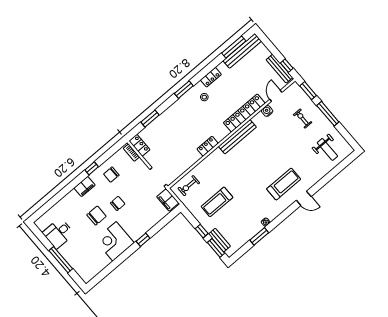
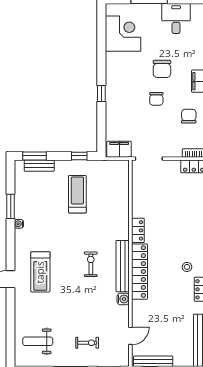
door: (276, 96) -> (130, 336), hinge flipped
water cooler: (267, 111) -> (123, 299), moved
locker: (244, 113) -> (139, 272), moved
exercise bike: (189, 186) -> (91, 264), moved
window: (202, 231) -> (79, 156), moved
corner desk: (115, 241) -> (123, 34), moved

